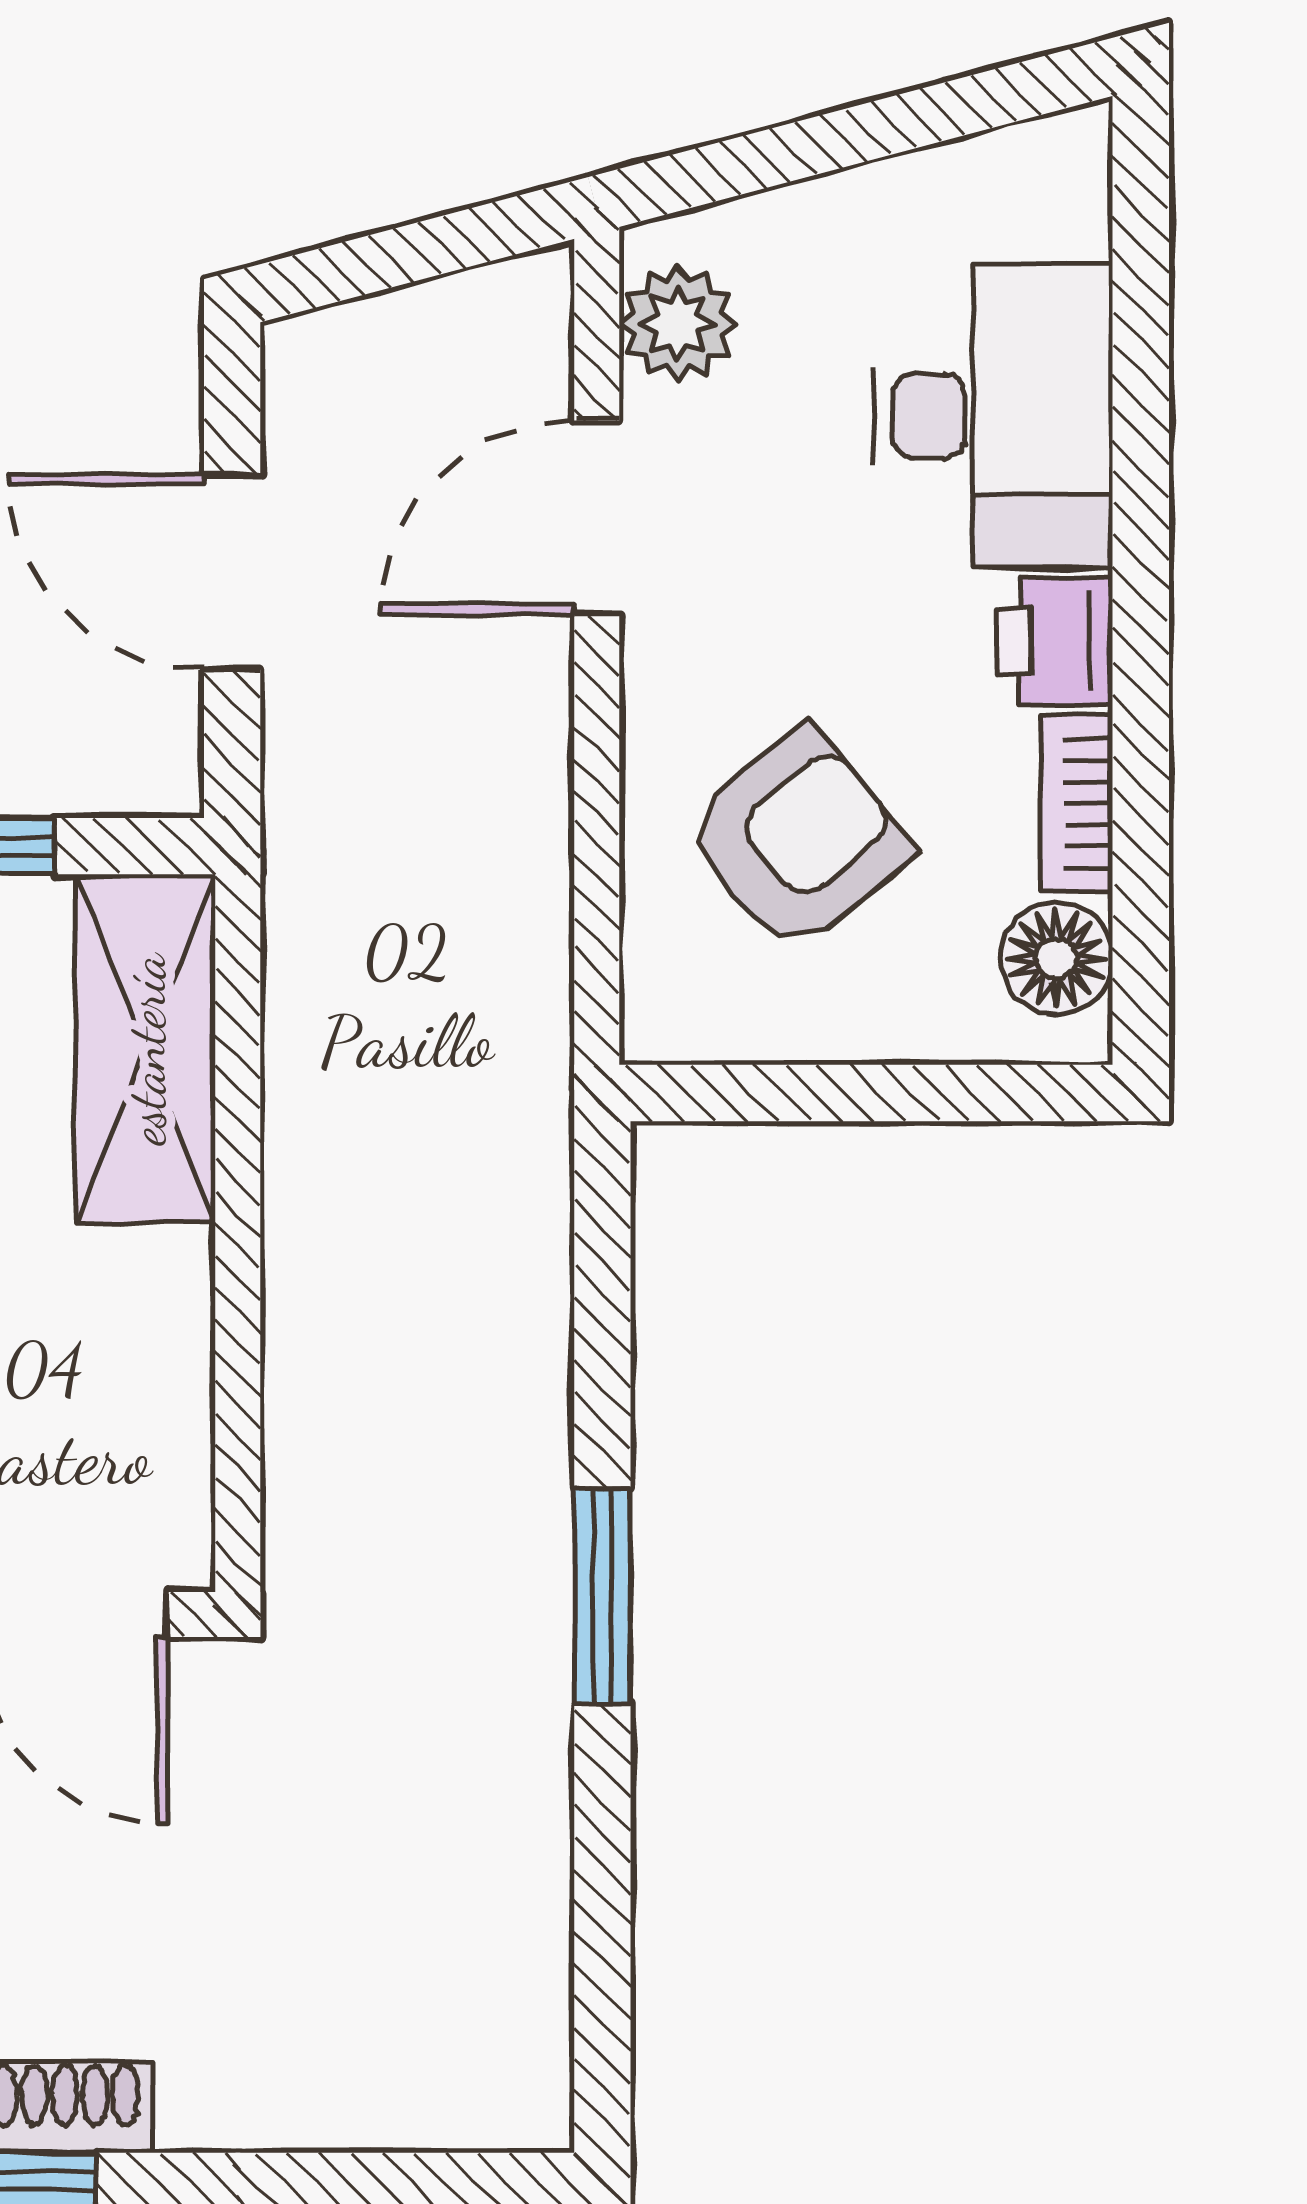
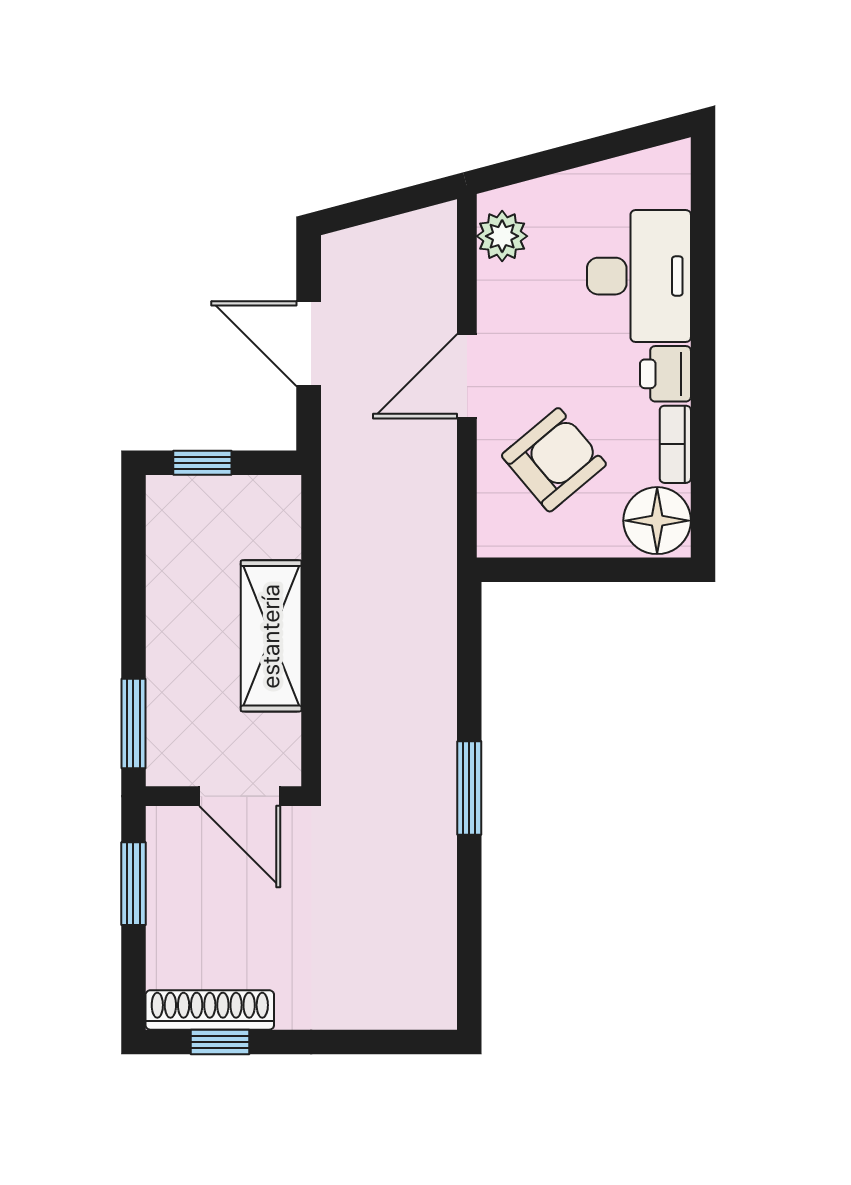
door: (597, 517) -> (467, 376), moved
floor lamp: (1056, 958) -> (657, 521), width x1.38, depth x1.38
shelving: (146, 1049) -> (271, 636), moved

